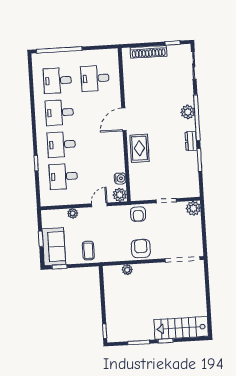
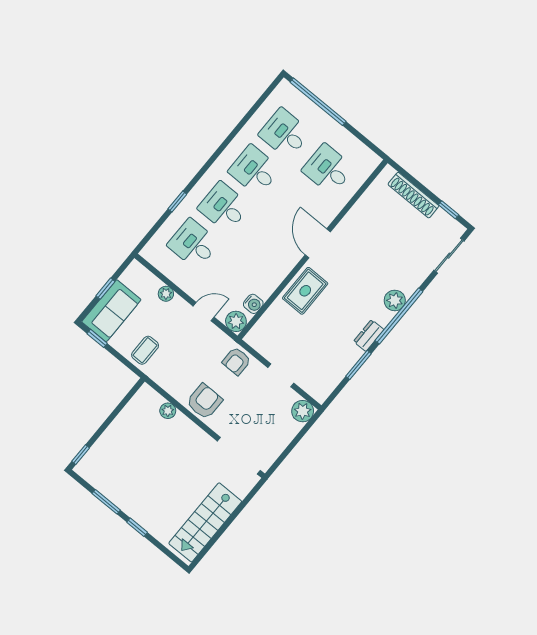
door: (124, 119) -> (318, 243), hinge flipped
stairs: (181, 328) -> (205, 522), moved, turned -90

